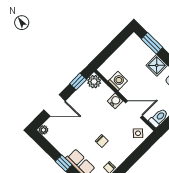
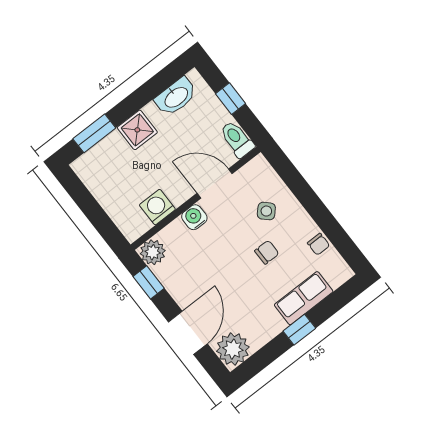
door: (134, 109) -> (215, 183), hinge flipped
plant: (43, 130) -> (233, 349), width x1.88, depth x1.88
side table: (138, 133) -> (266, 211), moved

